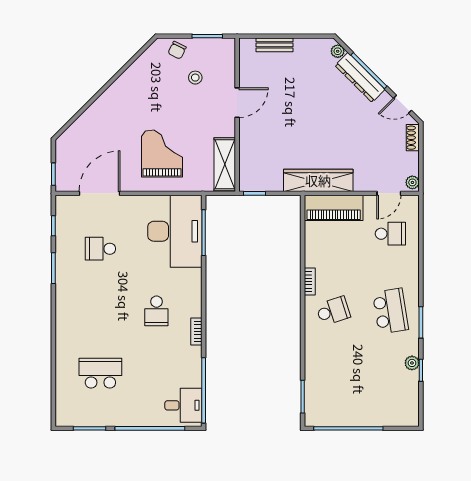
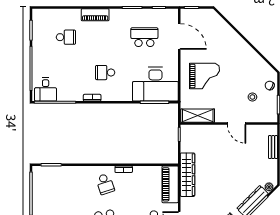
school desk: (100, 249) -> (144, 37), width x1.85
piano: (65, 327) -> (95, 15), added
school desk: (100, 373) -> (66, 37), width x0.54

